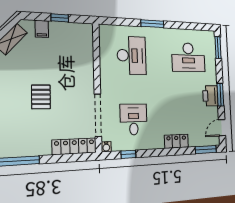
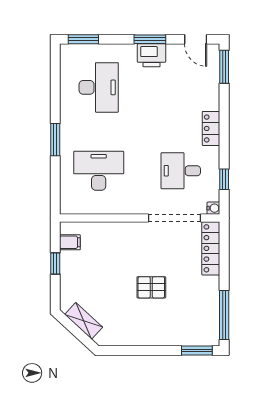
filing cabinet: (42, 29) -> (70, 242), moved
locker: (176, 141) -> (211, 128), moved

